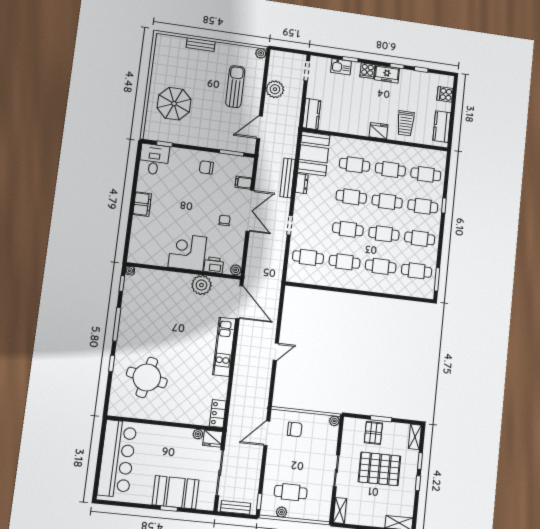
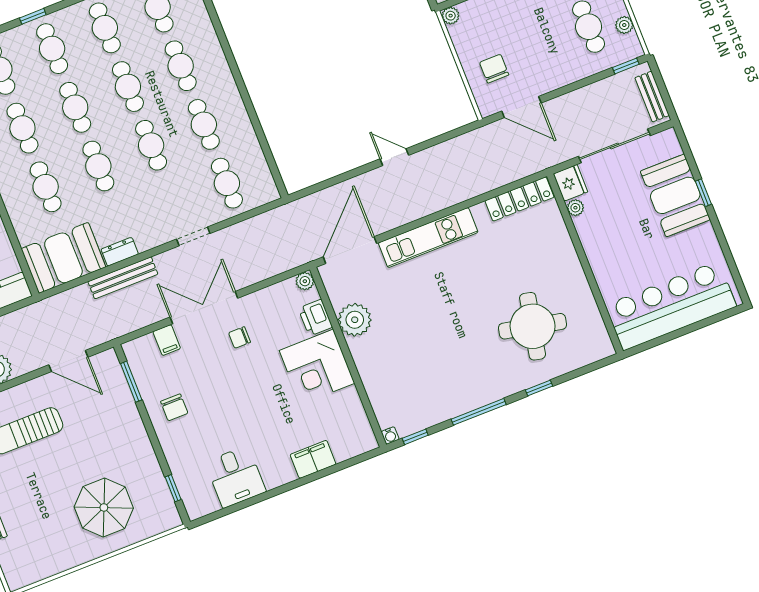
desk: (154, 159) -> (236, 477), moved, turned -90
filing cabinet: (142, 204) -> (313, 459), moved
locker: (218, 413) -> (519, 199), width x1.53

